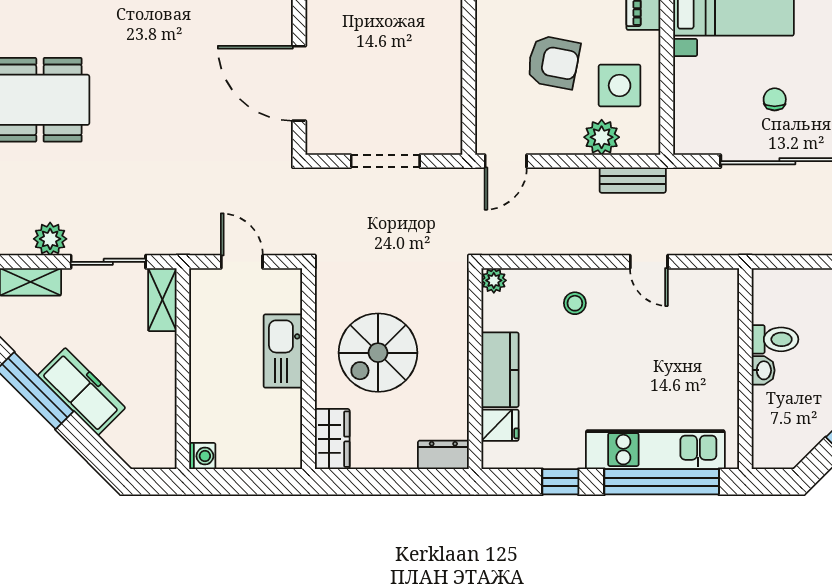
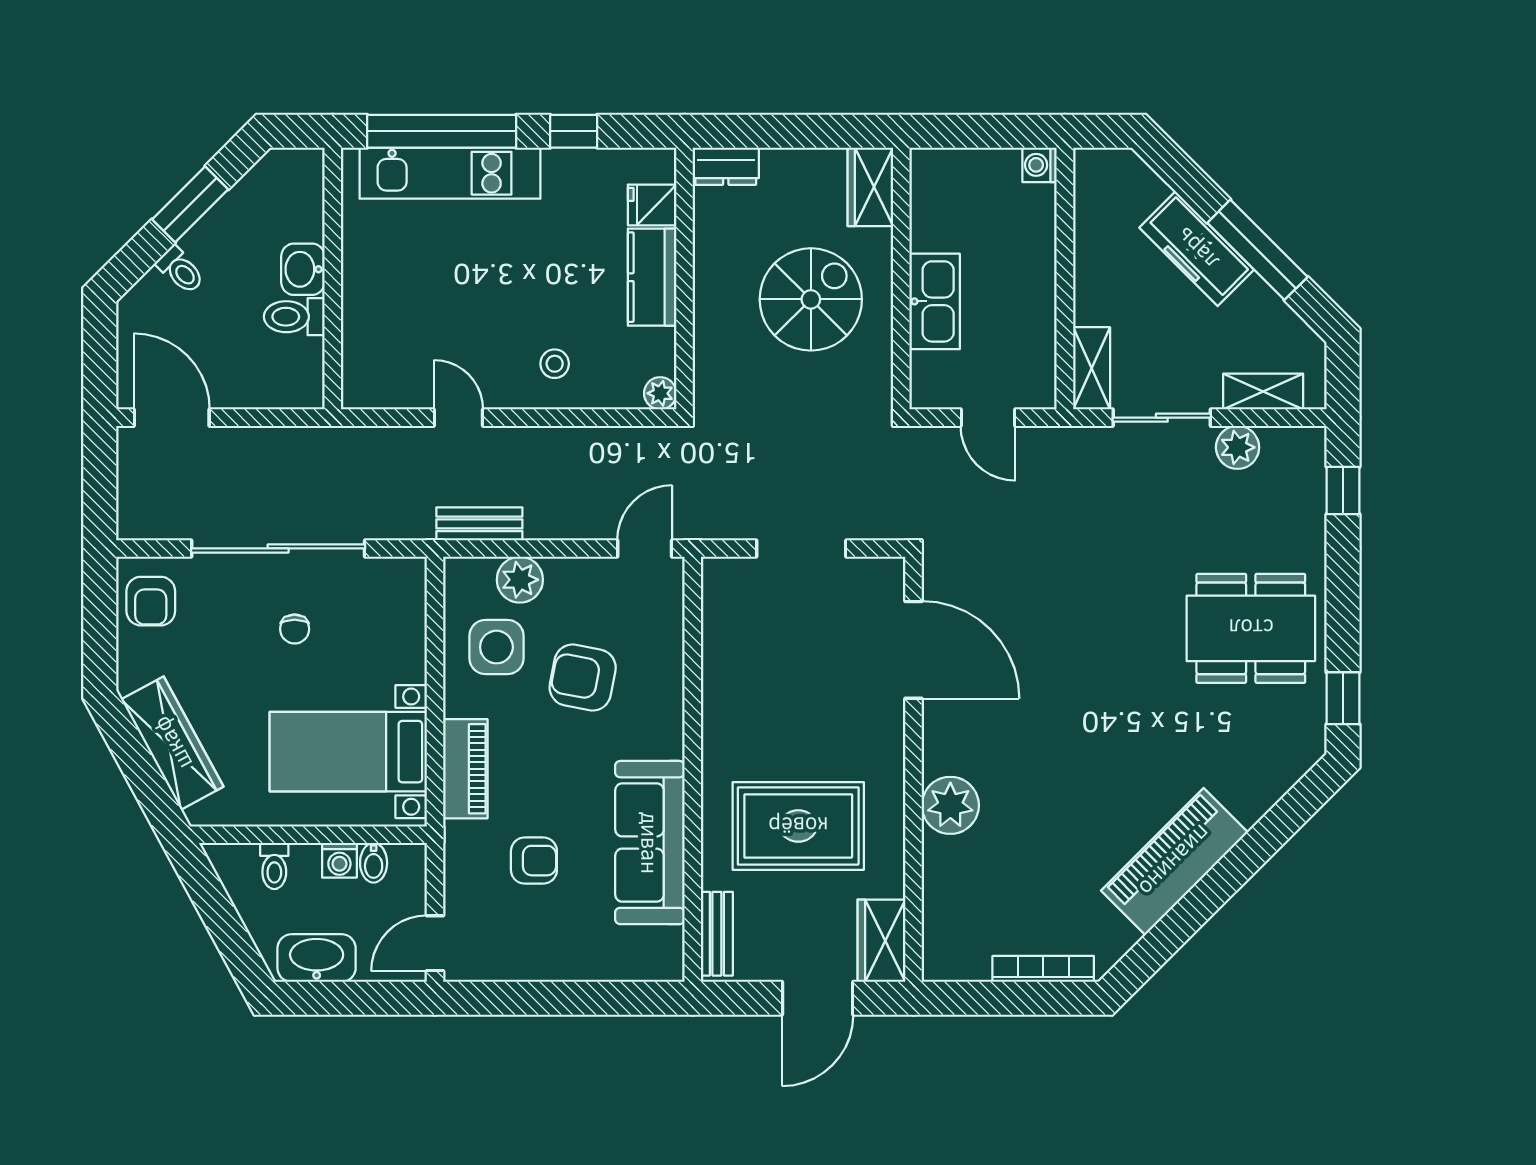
washbasin: (763, 370) -> (303, 269), width x1.38, depth x1.45

